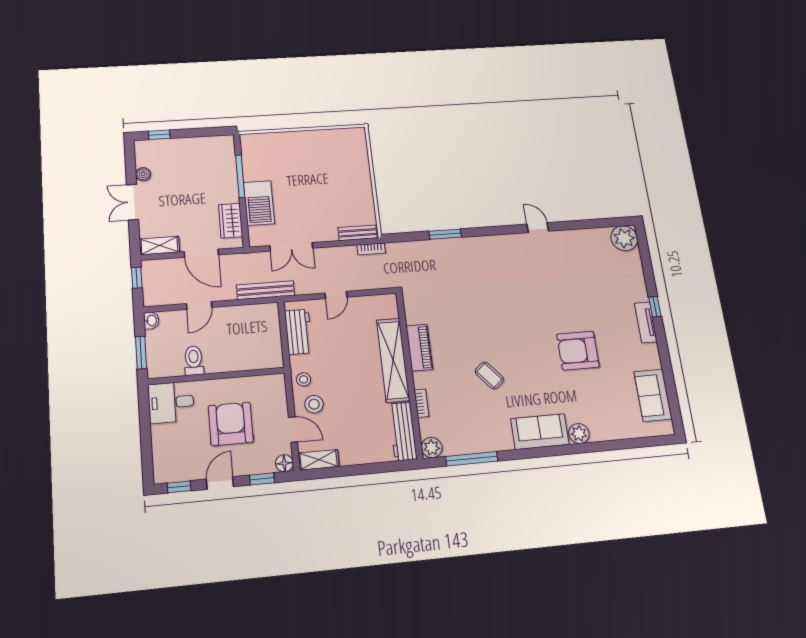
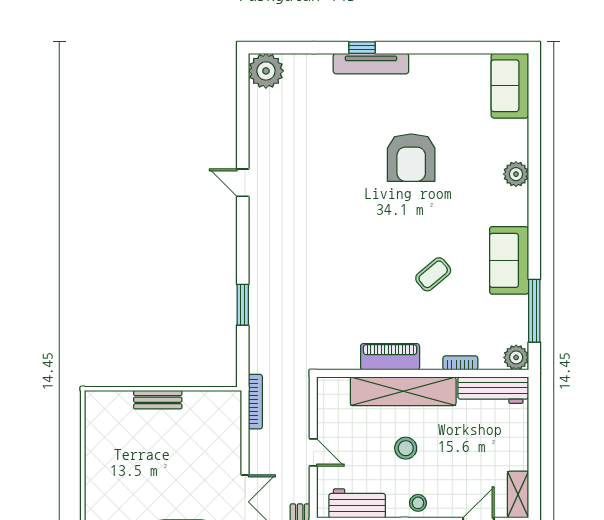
door: (538, 228) -> (243, 183), hinge flipped
bench: (358, 233) -> (158, 400), moved, turned 90
bookcase: (371, 249) -> (255, 402), width x1.56
tv unit: (646, 322) -> (371, 64), width x1.41
sofa: (653, 395) -> (510, 86), moved, turned 90
stool: (314, 404) -> (406, 448), moved
sofa: (540, 432) -> (509, 260), moved

